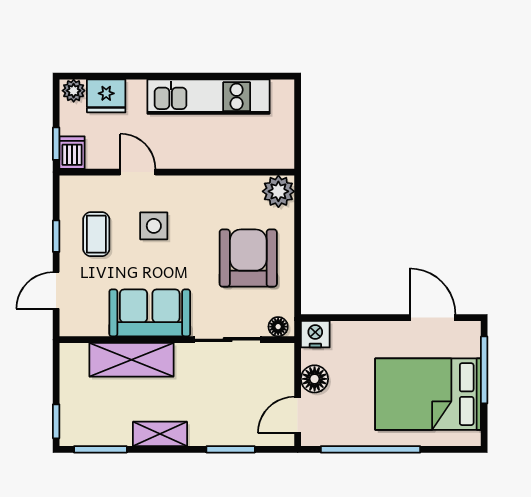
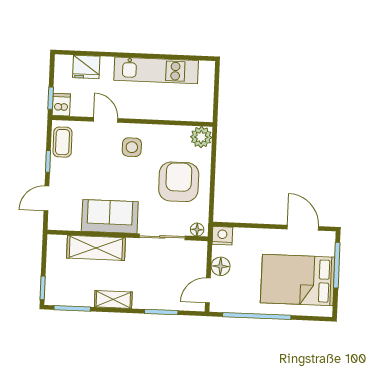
plant: (74, 91) -> (64, 62), removed
side table: (154, 226) -> (132, 147), moved
coffee table: (96, 234) -> (63, 142), moved

